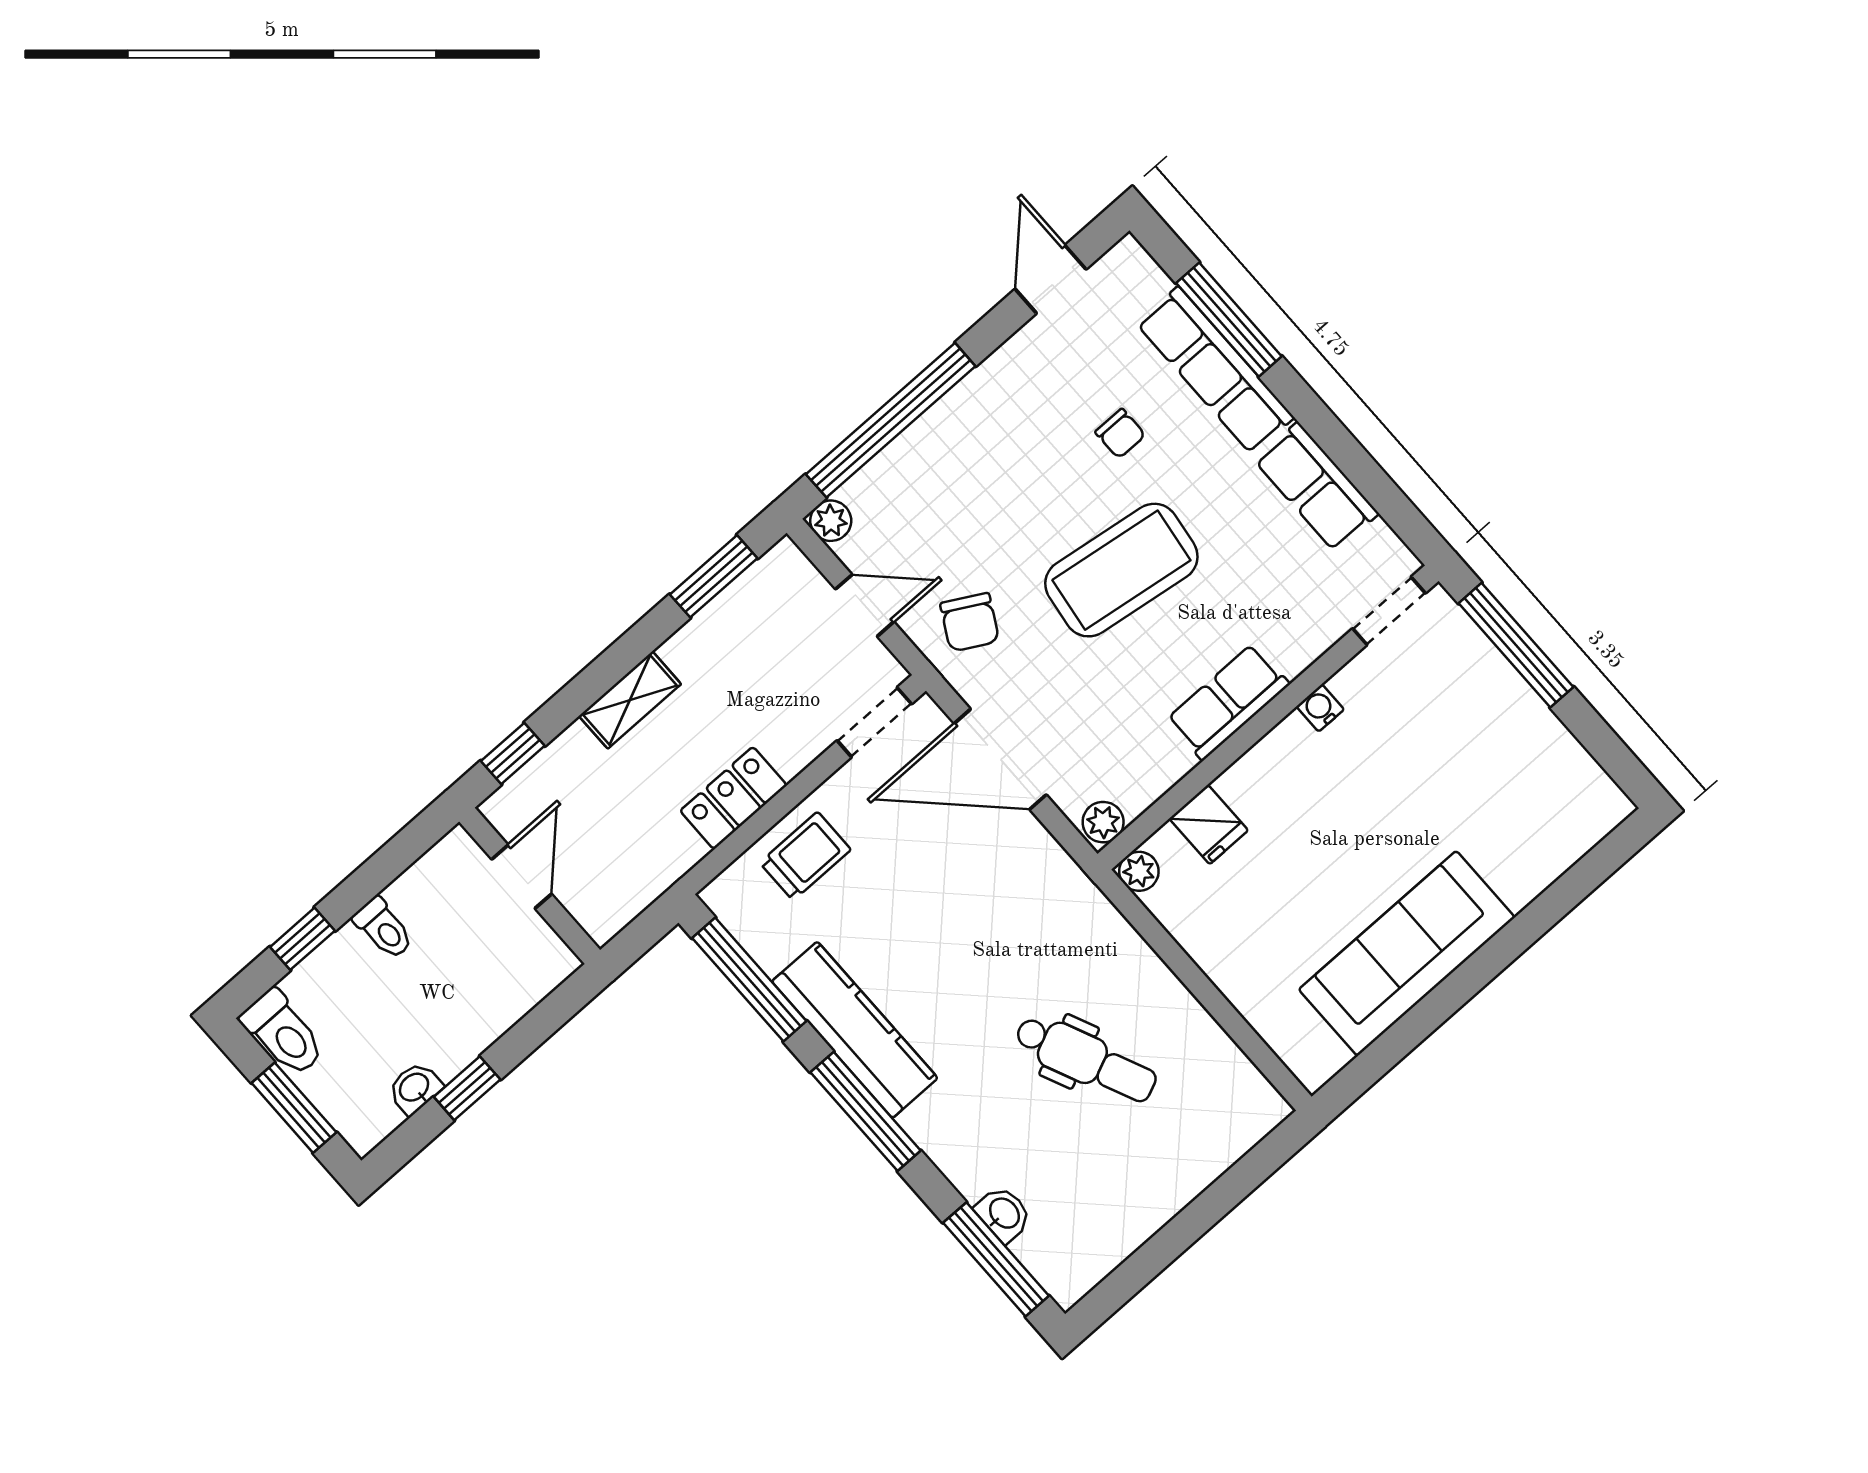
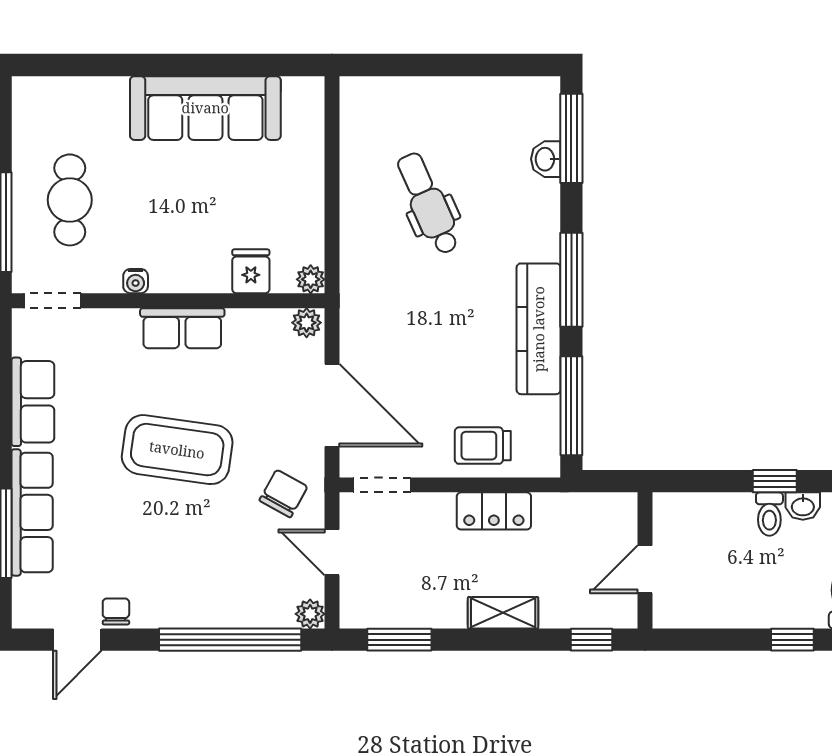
chair: (1120, 434) -> (116, 611), moved
cafe table: (1464, 732) -> (70, 200), added
toilet: (384, 928) -> (769, 514), moved, turned 180

